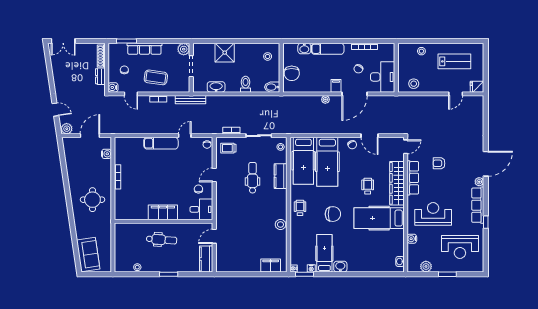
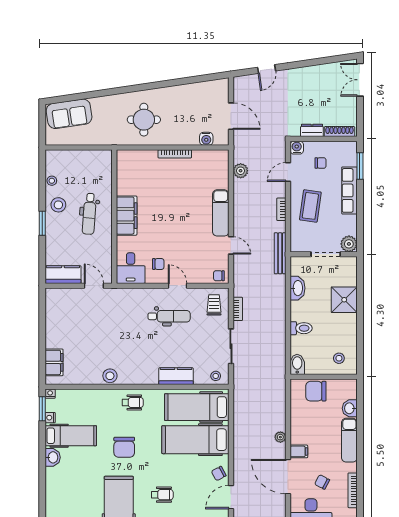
plant: (67, 129) -> (241, 171), moved
dental chair: (253, 178) -> (169, 316), moved
stool: (155, 262) -> (58, 205), added

